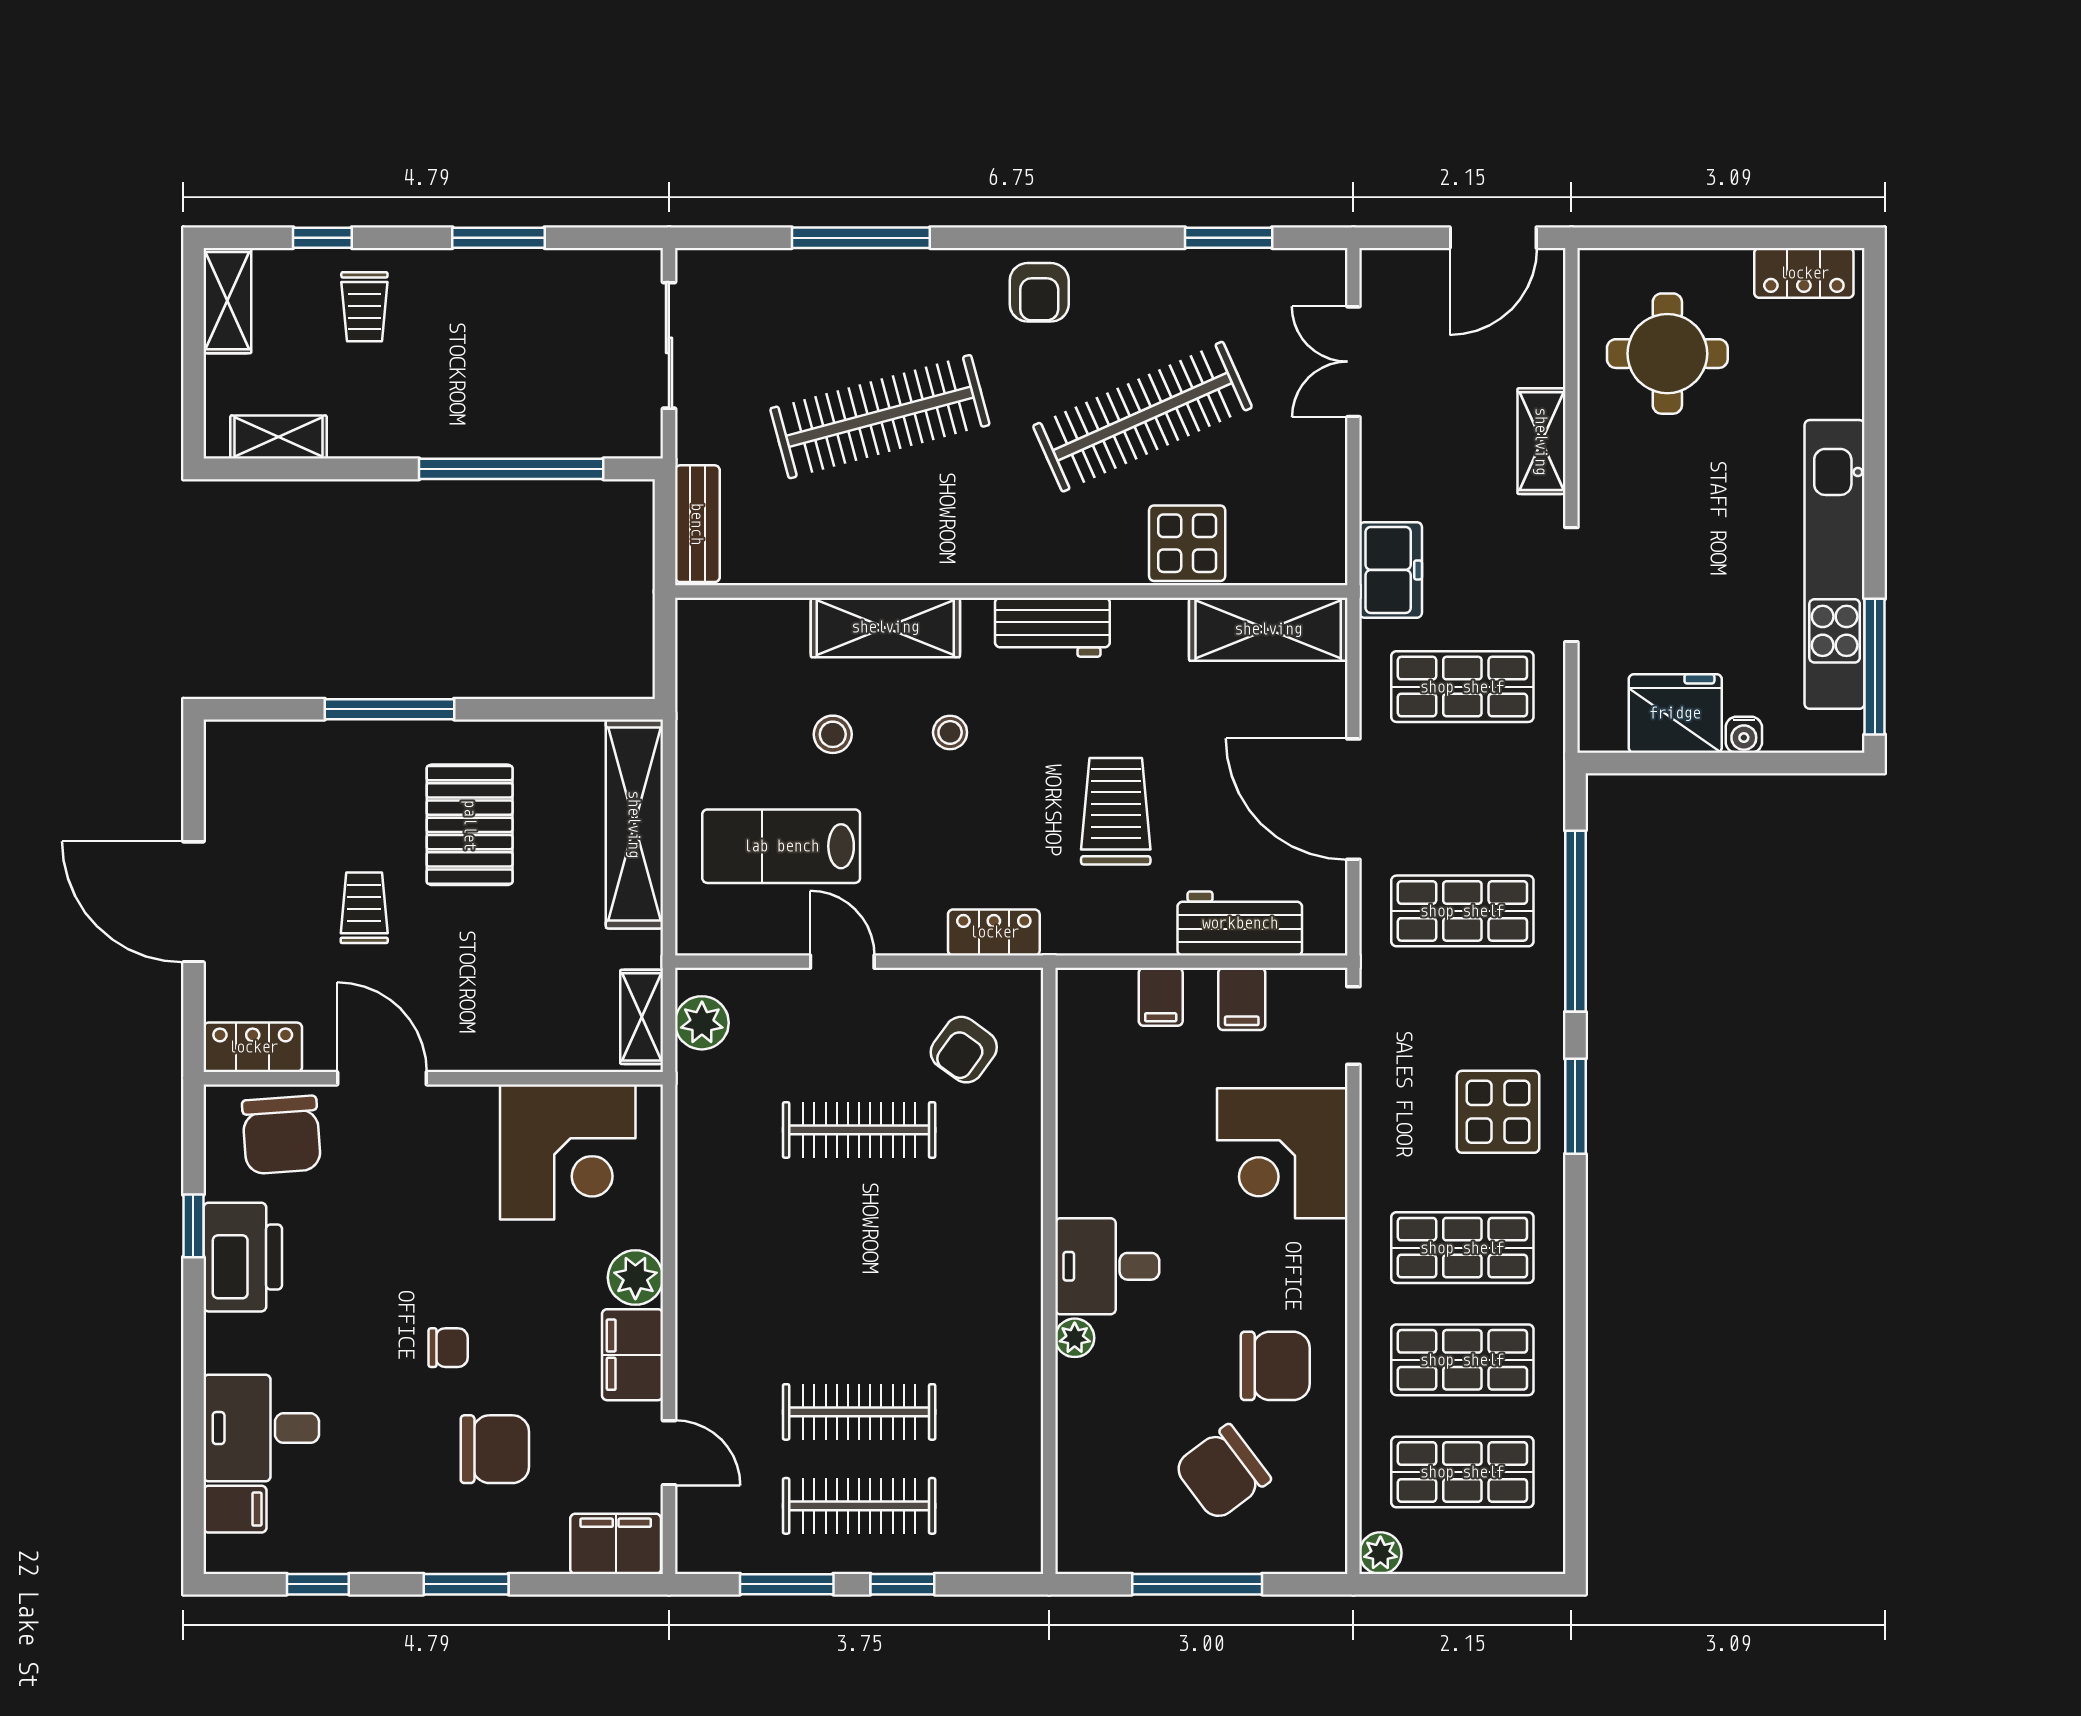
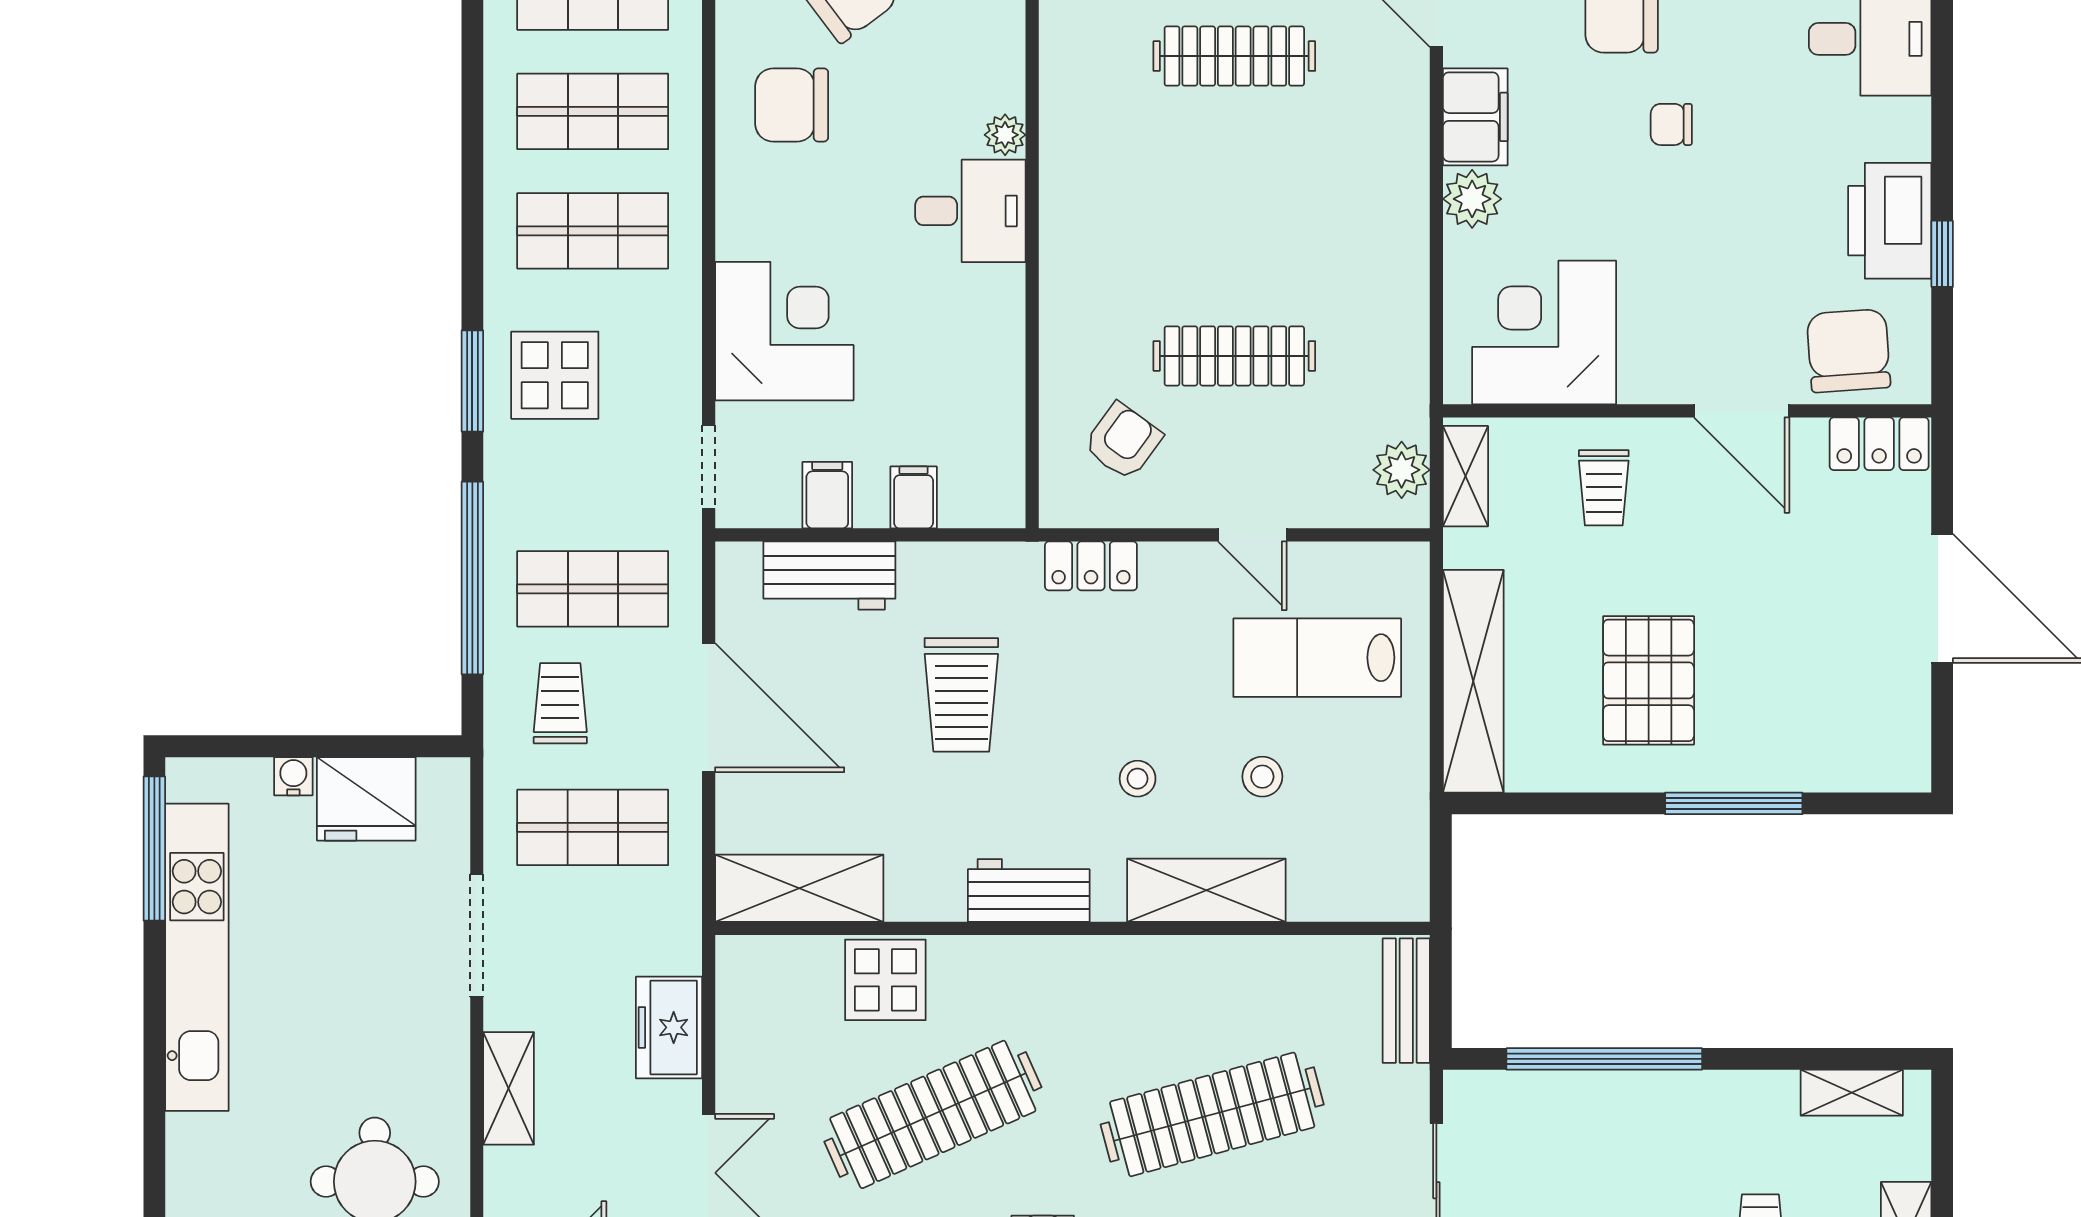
freezer: (1391, 570) -> (669, 1027), moved
trolley: (1493, 803) -> (560, 703), added
lab bench: (781, 846) -> (1317, 658), turned 180
trolley: (364, 908) -> (1604, 488), moved

